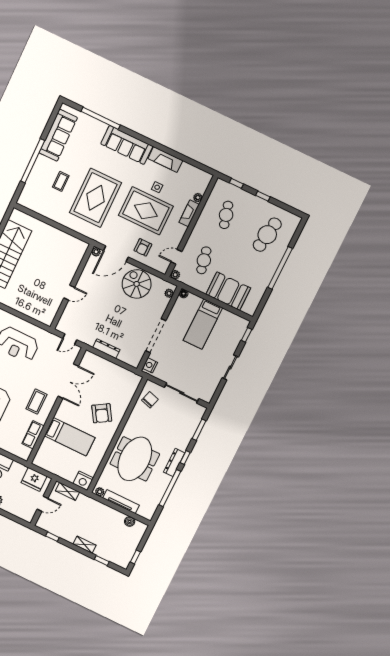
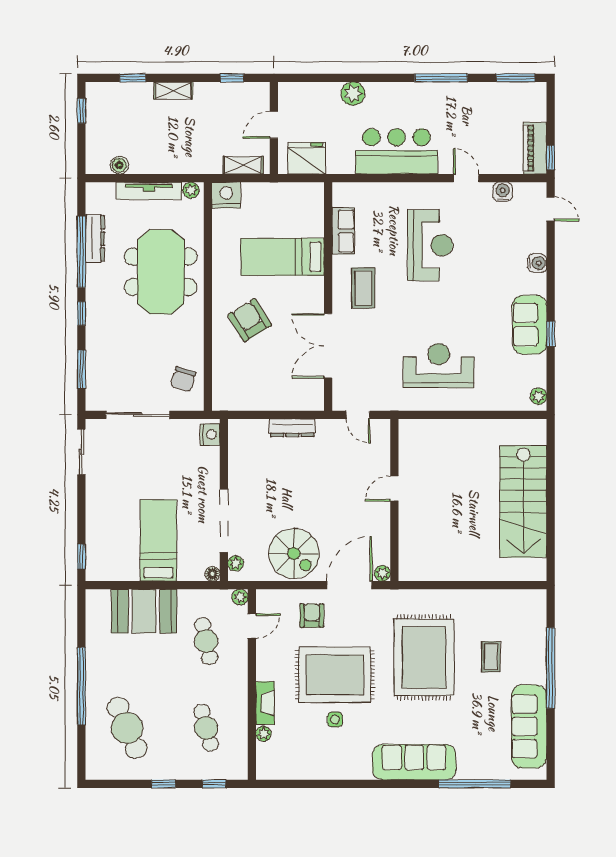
fireplace: (165, 159) -> (343, 768), removed
cafe table: (267, 235) -> (127, 728), turned -33
doorway: (156, 336) -> (224, 521), moved
door: (70, 339) -> (358, 415), swing flipped
sliding door: (230, 367) -> (81, 452), moved
dresser: (174, 462) -> (95, 238), moved

